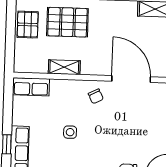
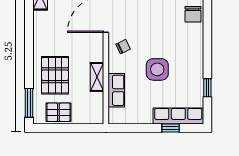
row of seats: (31, 87) -> (116, 90), moved
side table: (70, 132) -> (157, 69), width x1.87, depth x1.87

